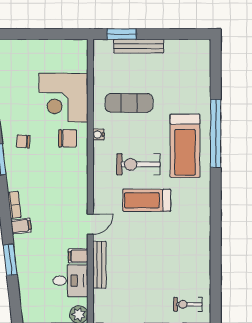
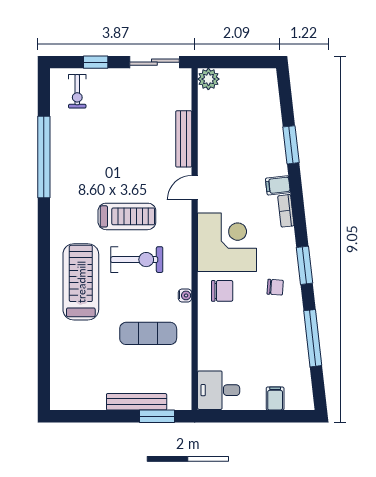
corner desk: (63, 98) -> (227, 242), moved
window: (216, 133) -> (44, 157), moved
chair: (67, 138) -> (222, 291), turned 180
filing cabinet: (78, 256) -> (275, 399), moved, turned -90
desk: (70, 281) -> (219, 390), moved
exercise bike: (188, 304) -> (77, 91), turned 90

